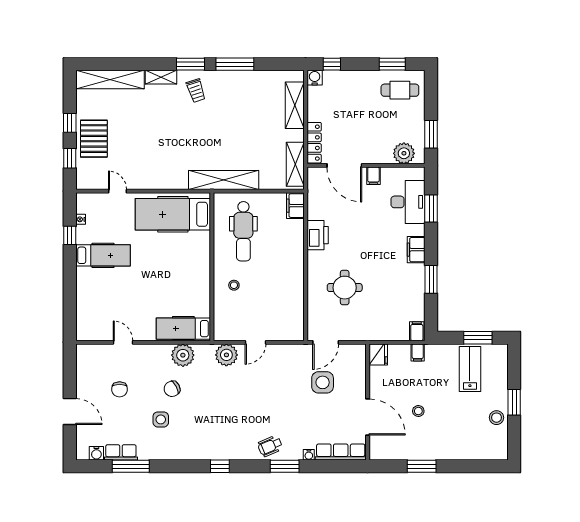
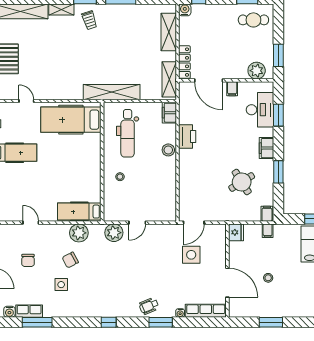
stool: (294, 252) -> (168, 150), added
round table: (345, 288) -> (242, 182), moved, turned -32

